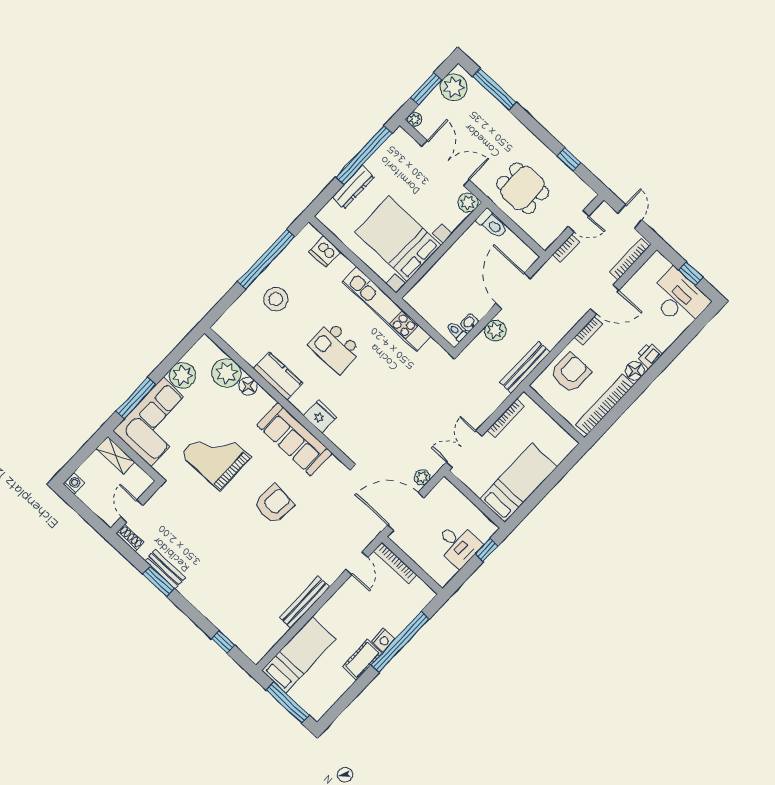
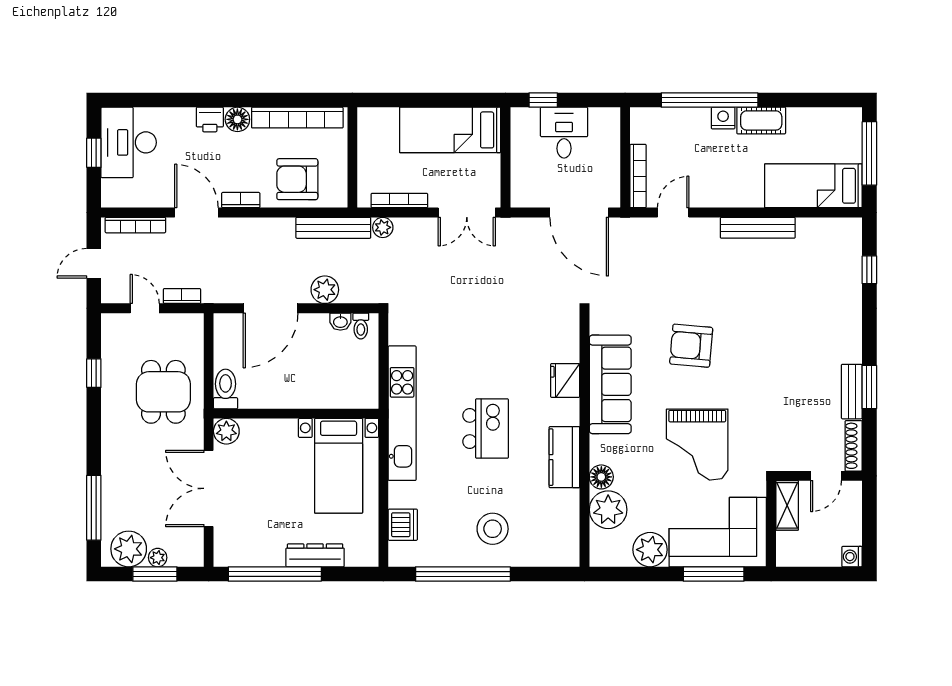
plant: (415, 119) -> (158, 558), moved
bed with nightstands: (398, 239) -> (339, 466), width x0.73
shelving: (115, 455) -> (787, 505), moved
plant: (422, 477) -> (383, 227), moved
shoe rack: (130, 538) -> (854, 446), width x1.43

